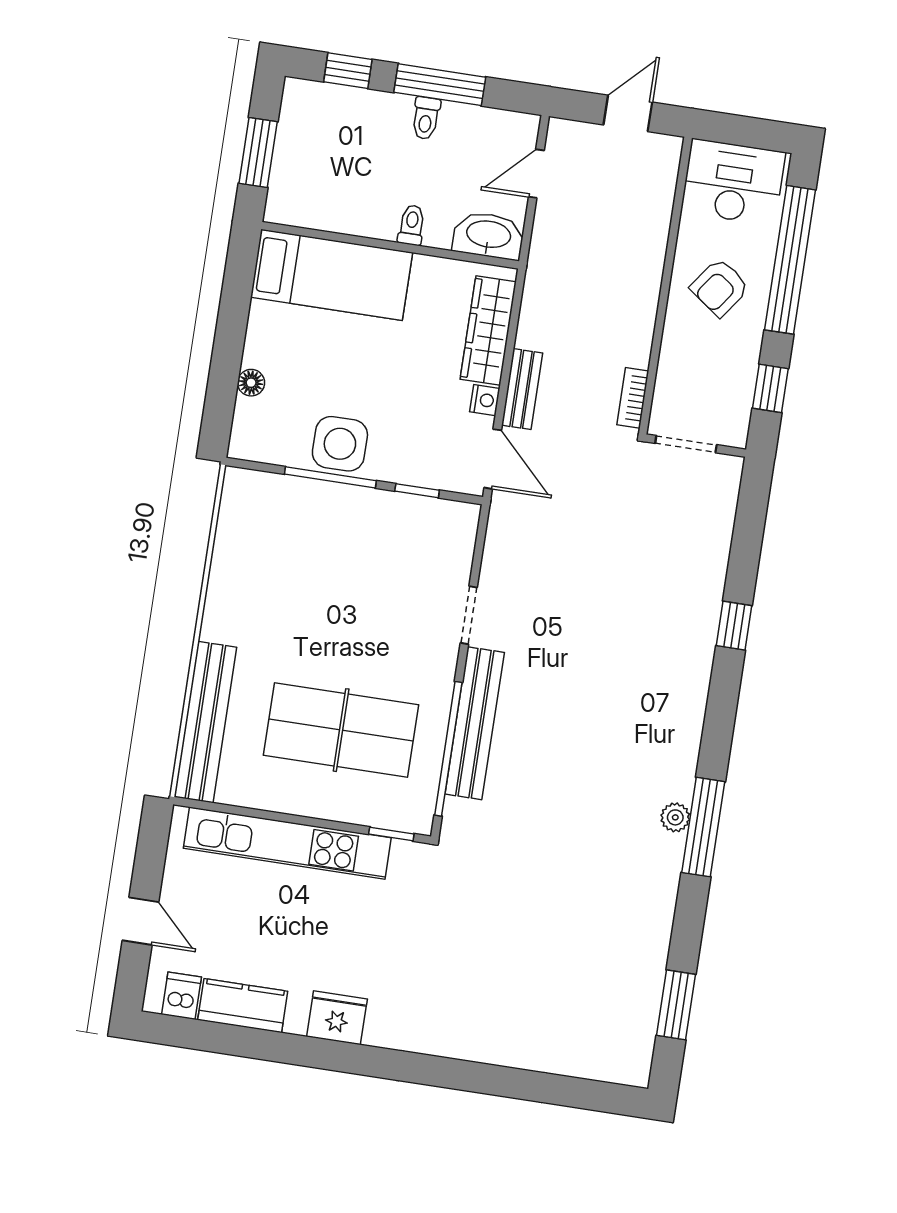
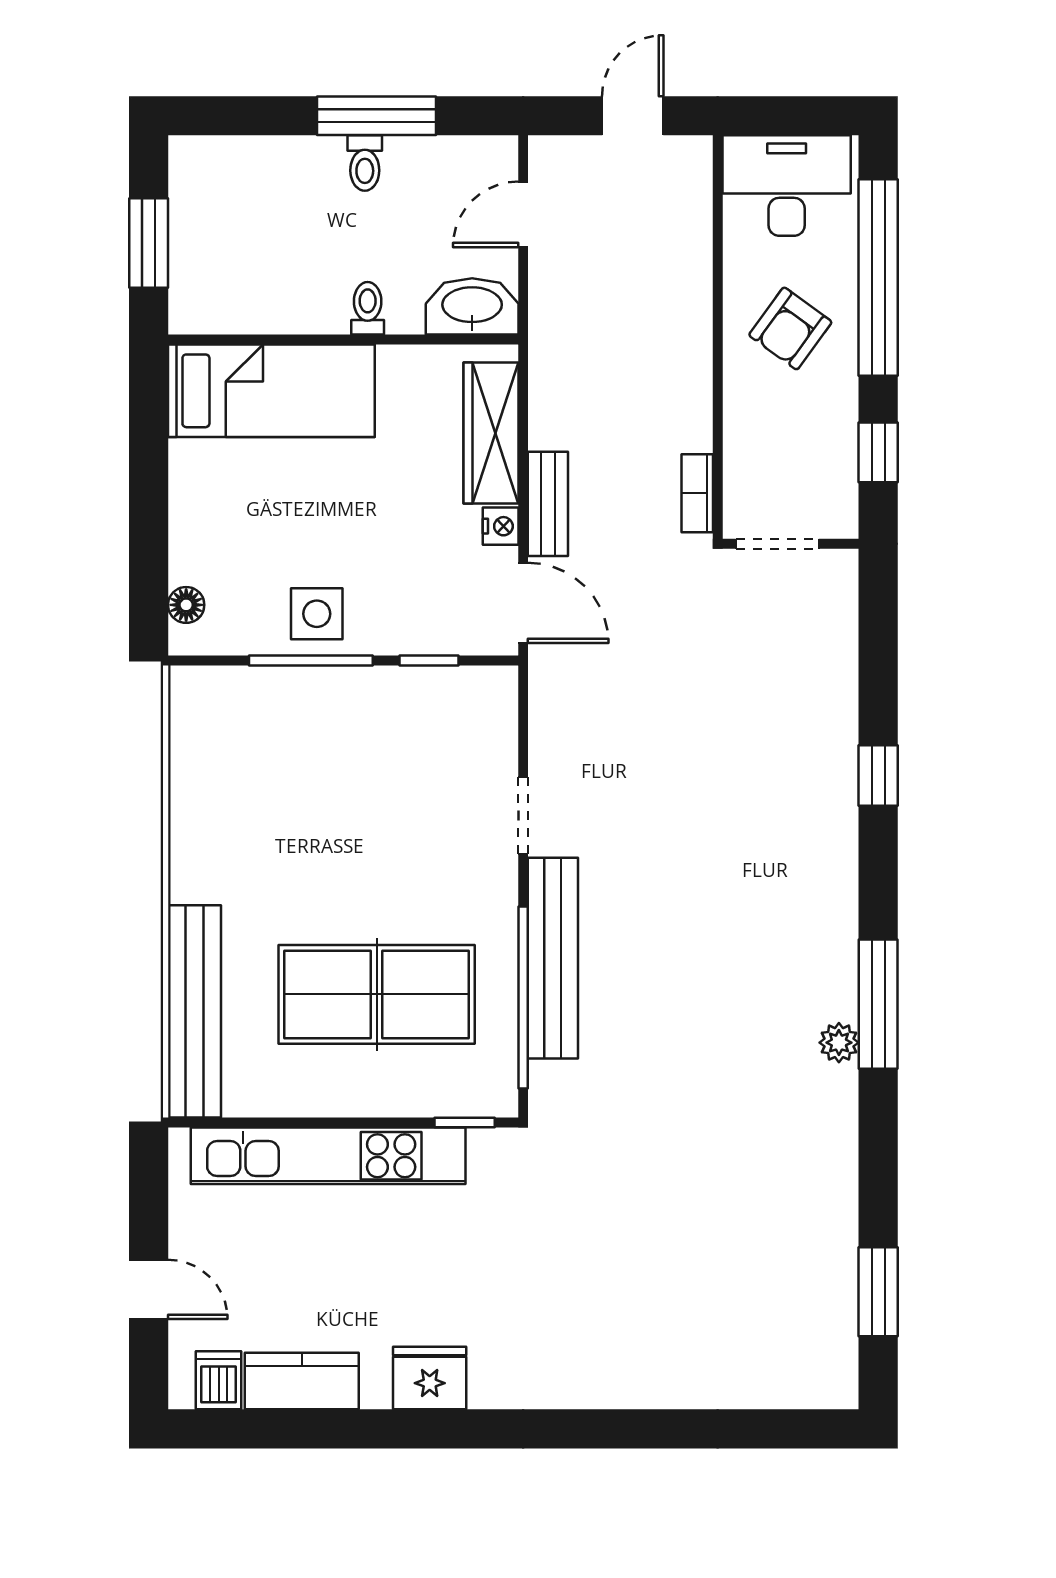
window: (348, 71) -> (251, 116), removed
floor lamp: (251, 383) -> (186, 605), moved
side table: (340, 444) -> (317, 614), width x0.73, depth x0.73
window: (703, 827) -> (878, 1004), moved

